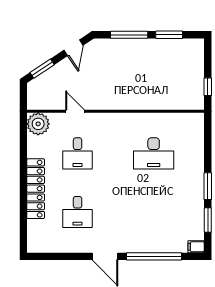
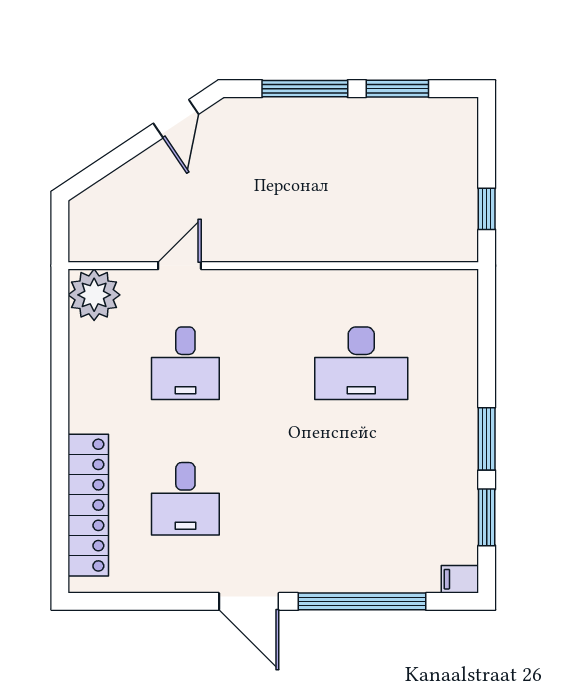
window: (42, 69) -> (103, 167), removed
door: (75, 111) -> (180, 266), hinge flipped
locker: (36, 189) -> (88, 505), moved

